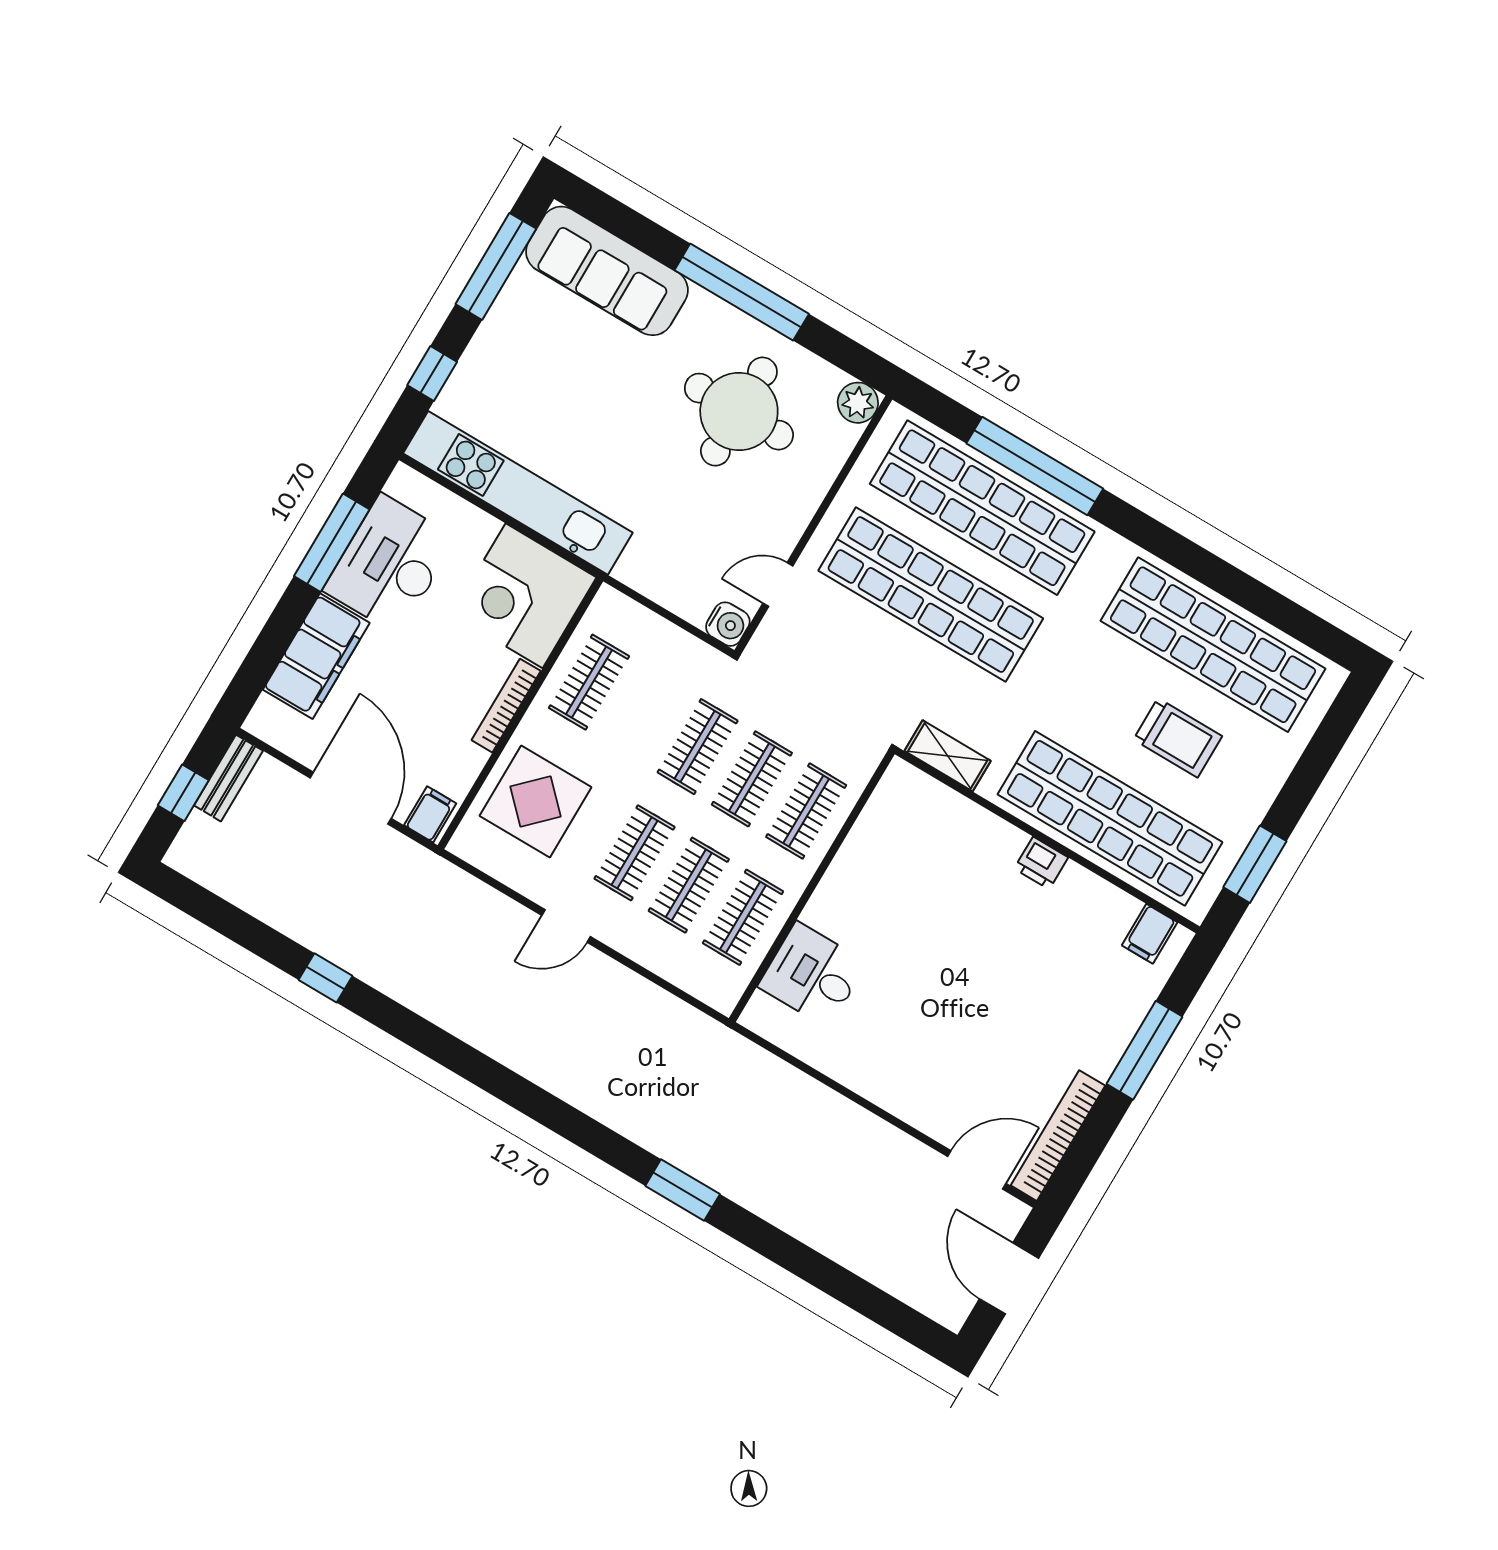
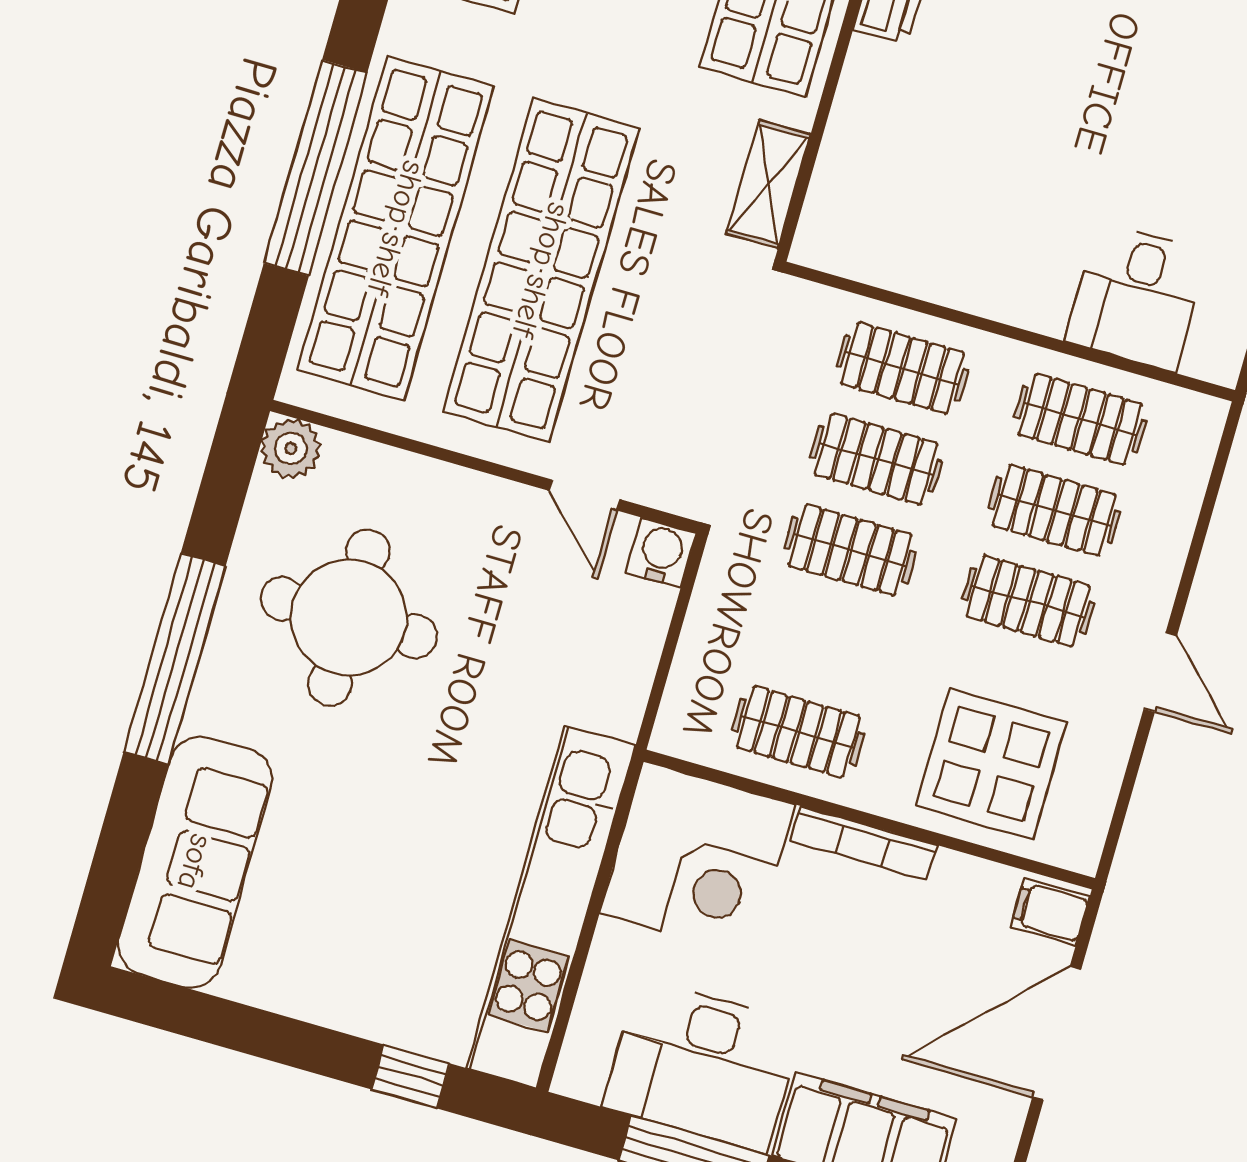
window: (496, 266) -> (231, 1025), removed

